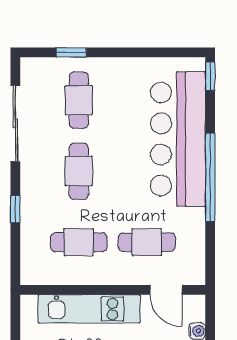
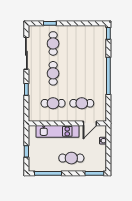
bar counter: (178, 139) -> (95, 60), removed
door: (166, 290) -> (90, 123), hinge flipped

